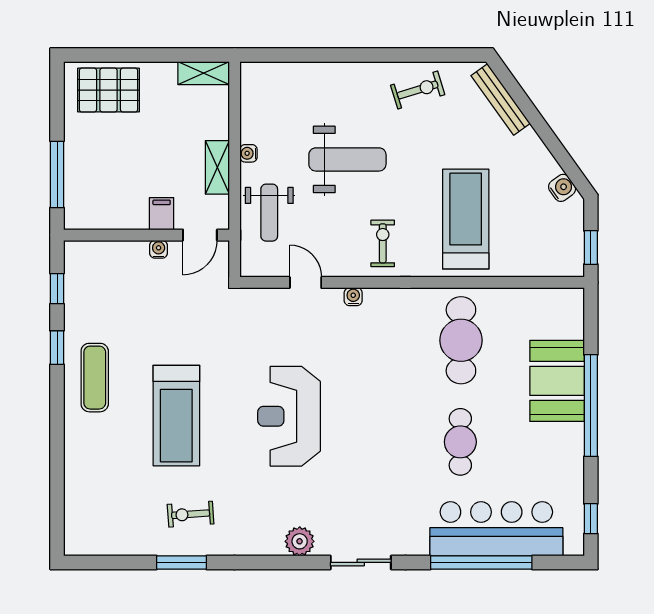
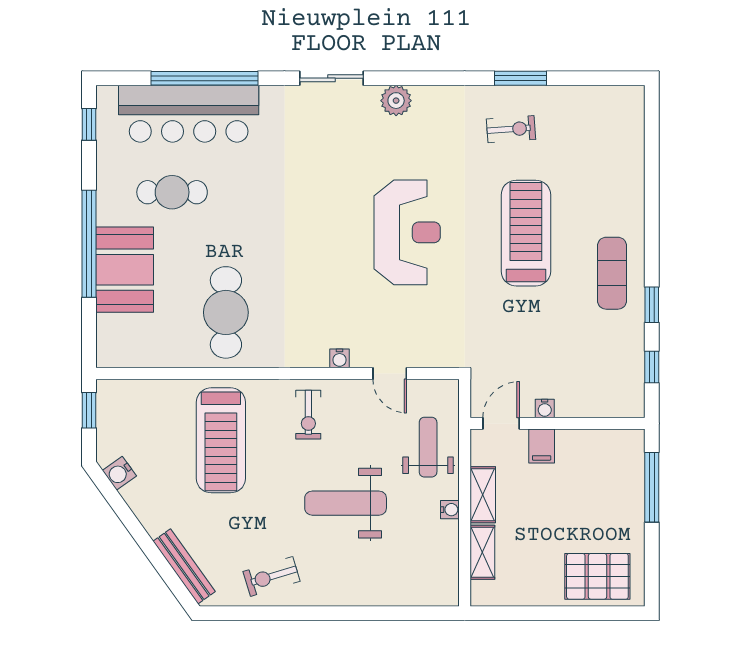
shelving: (204, 73) -> (482, 552), moved, turned 90
cafe table: (460, 442) -> (172, 192), moved, turned 90

